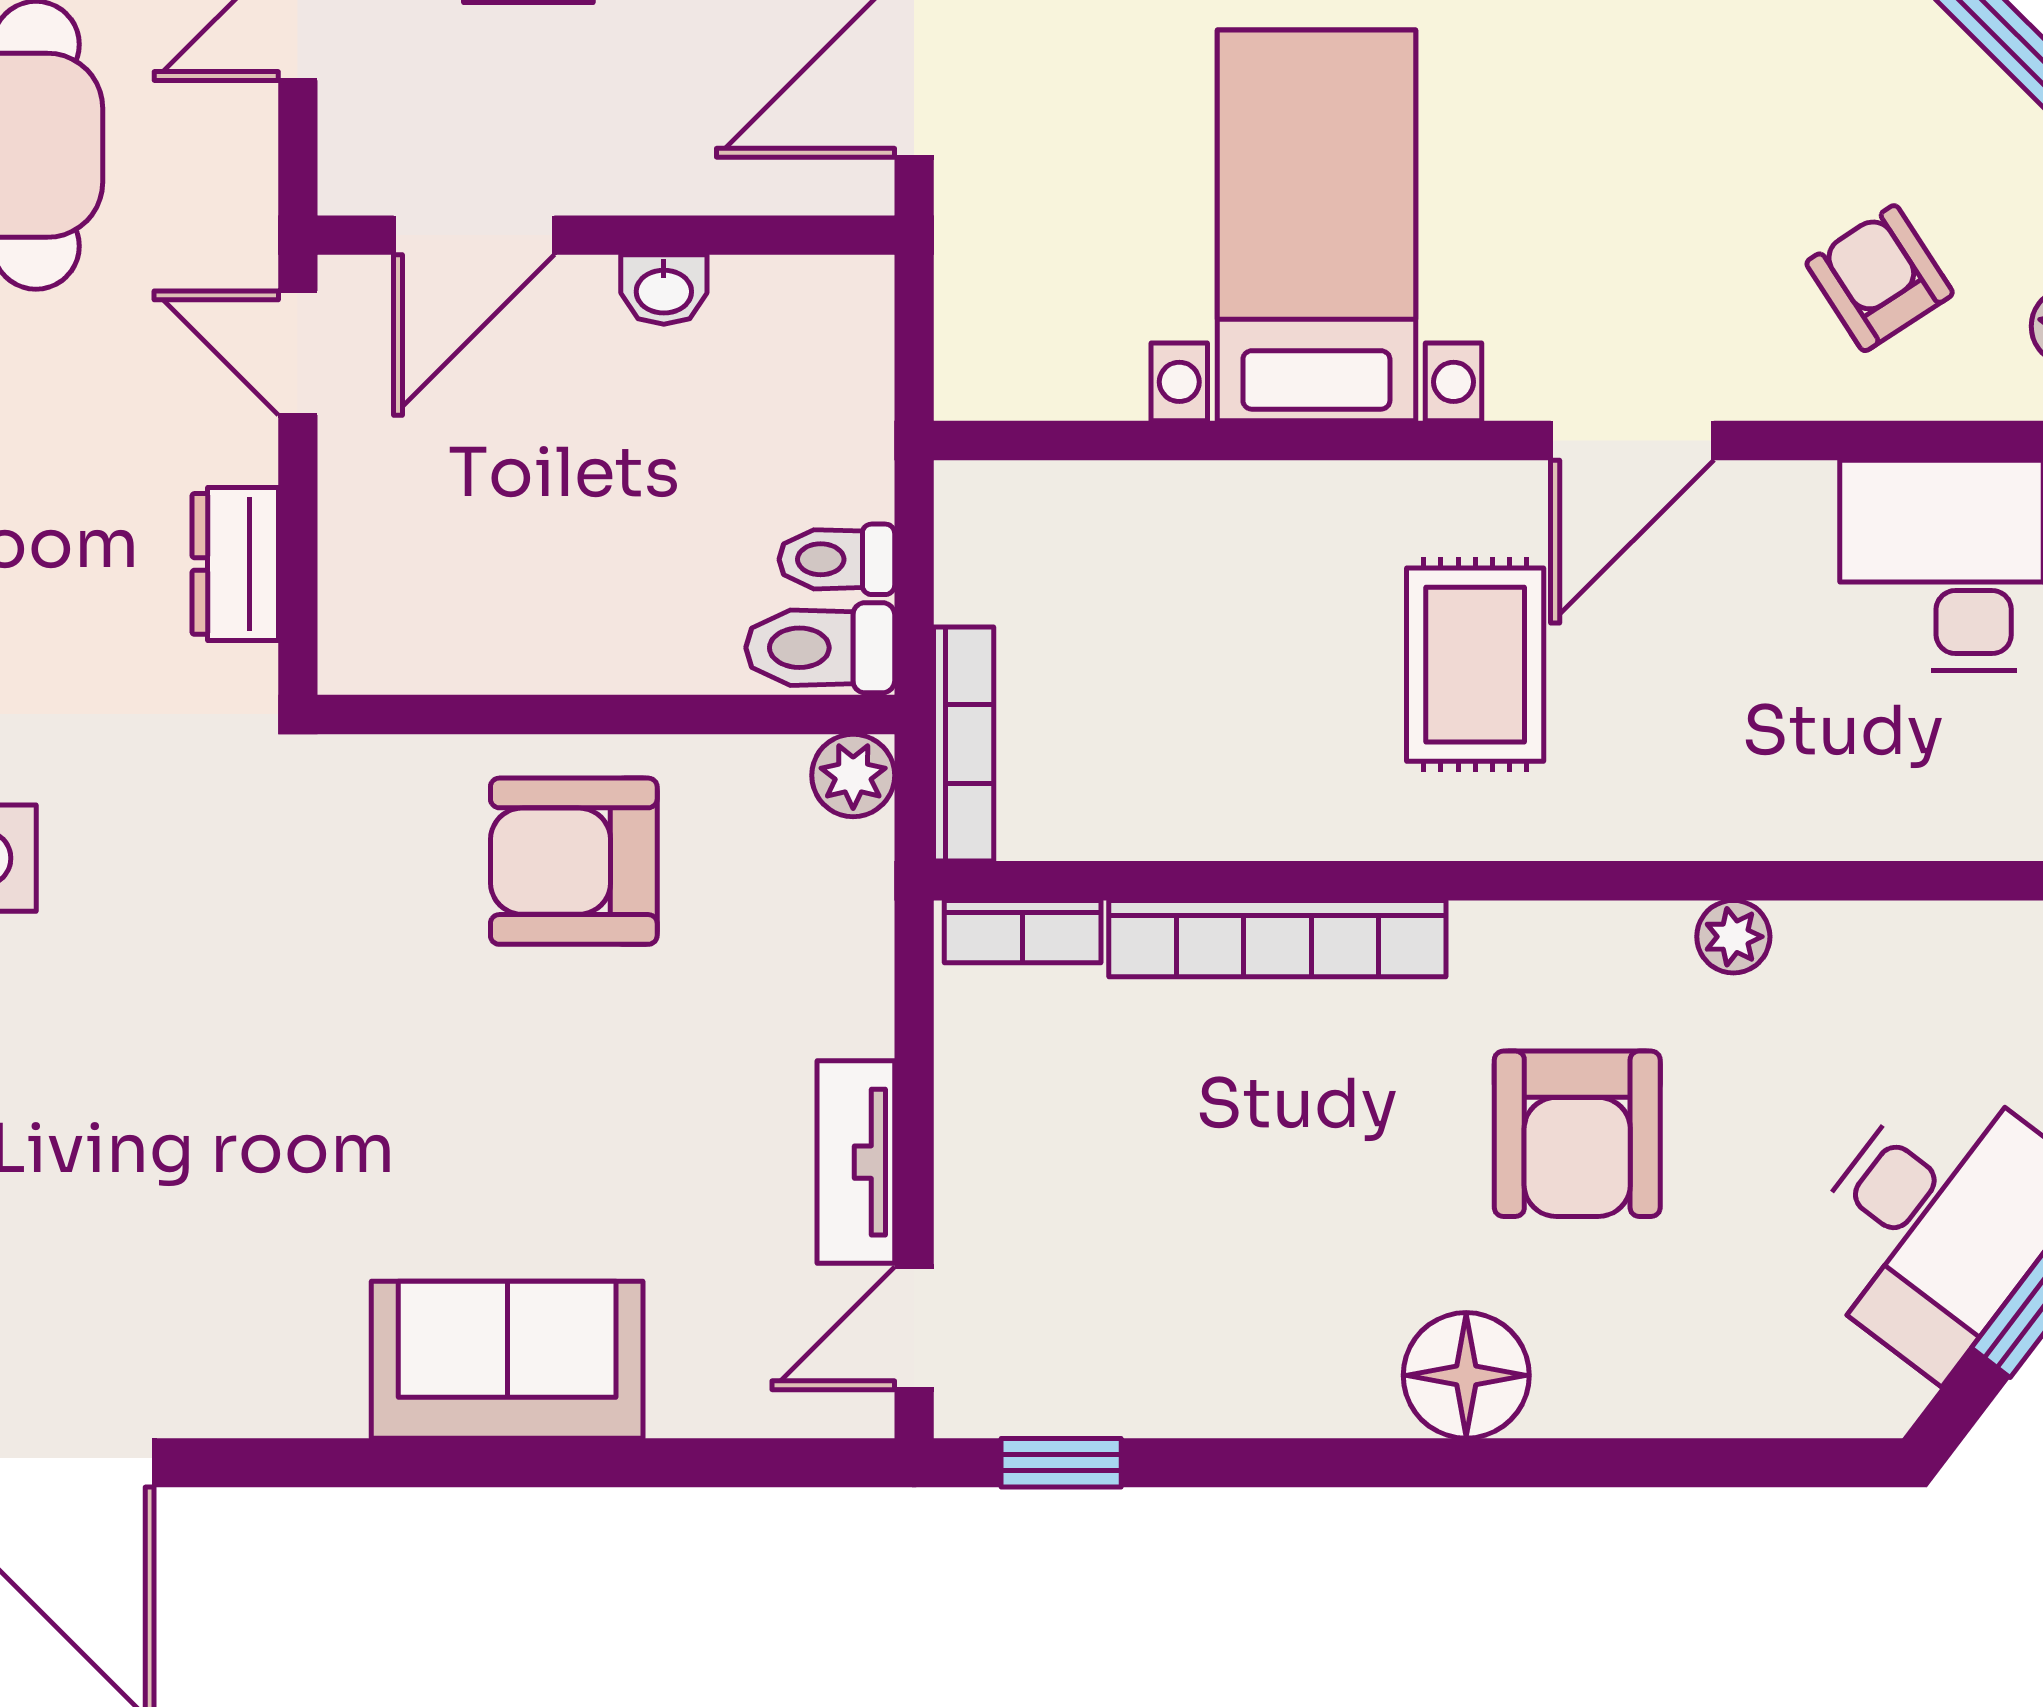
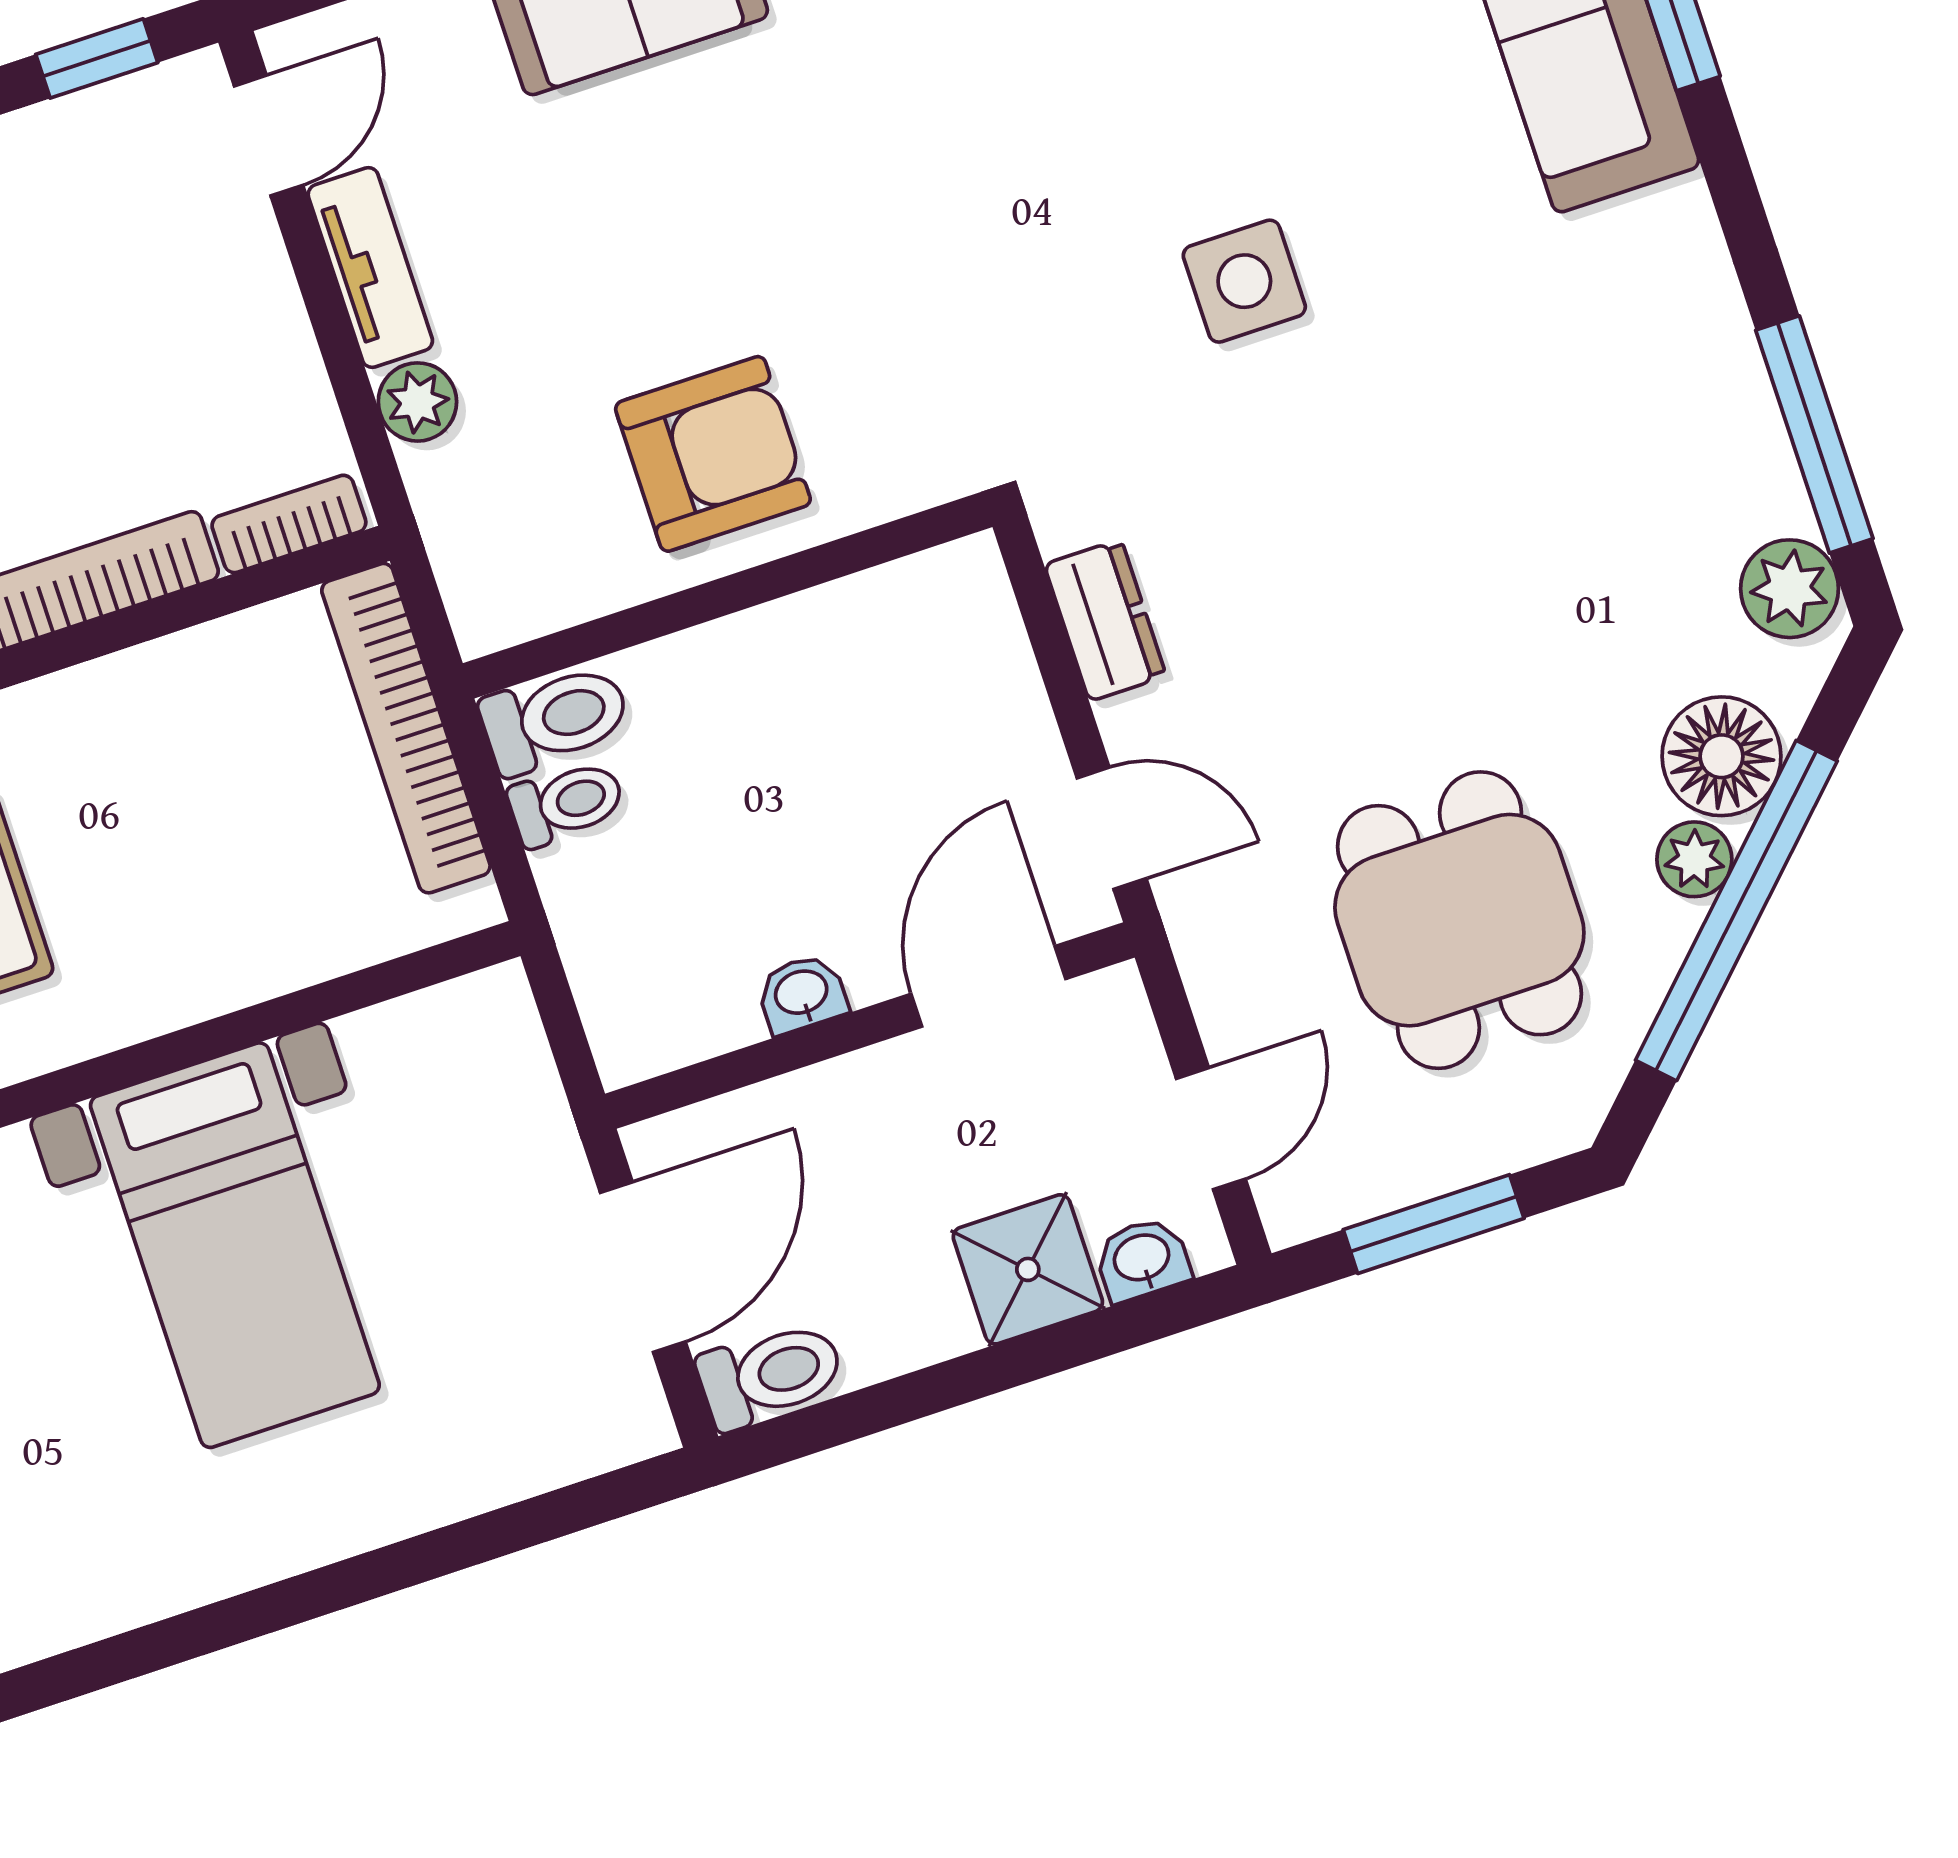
bookcase: (964, 744) -> (406, 728), width x1.48, depth x1.31
plant: (853, 775) -> (417, 402), moved

